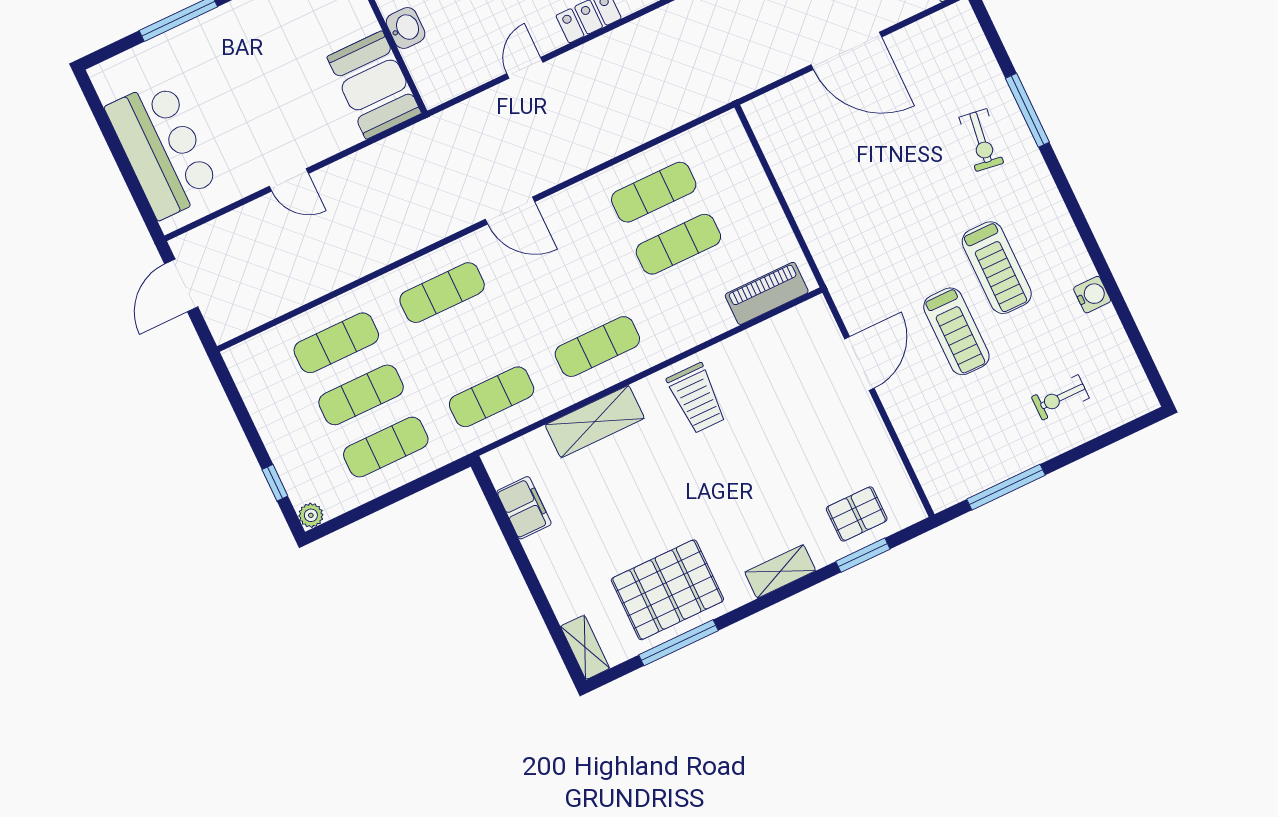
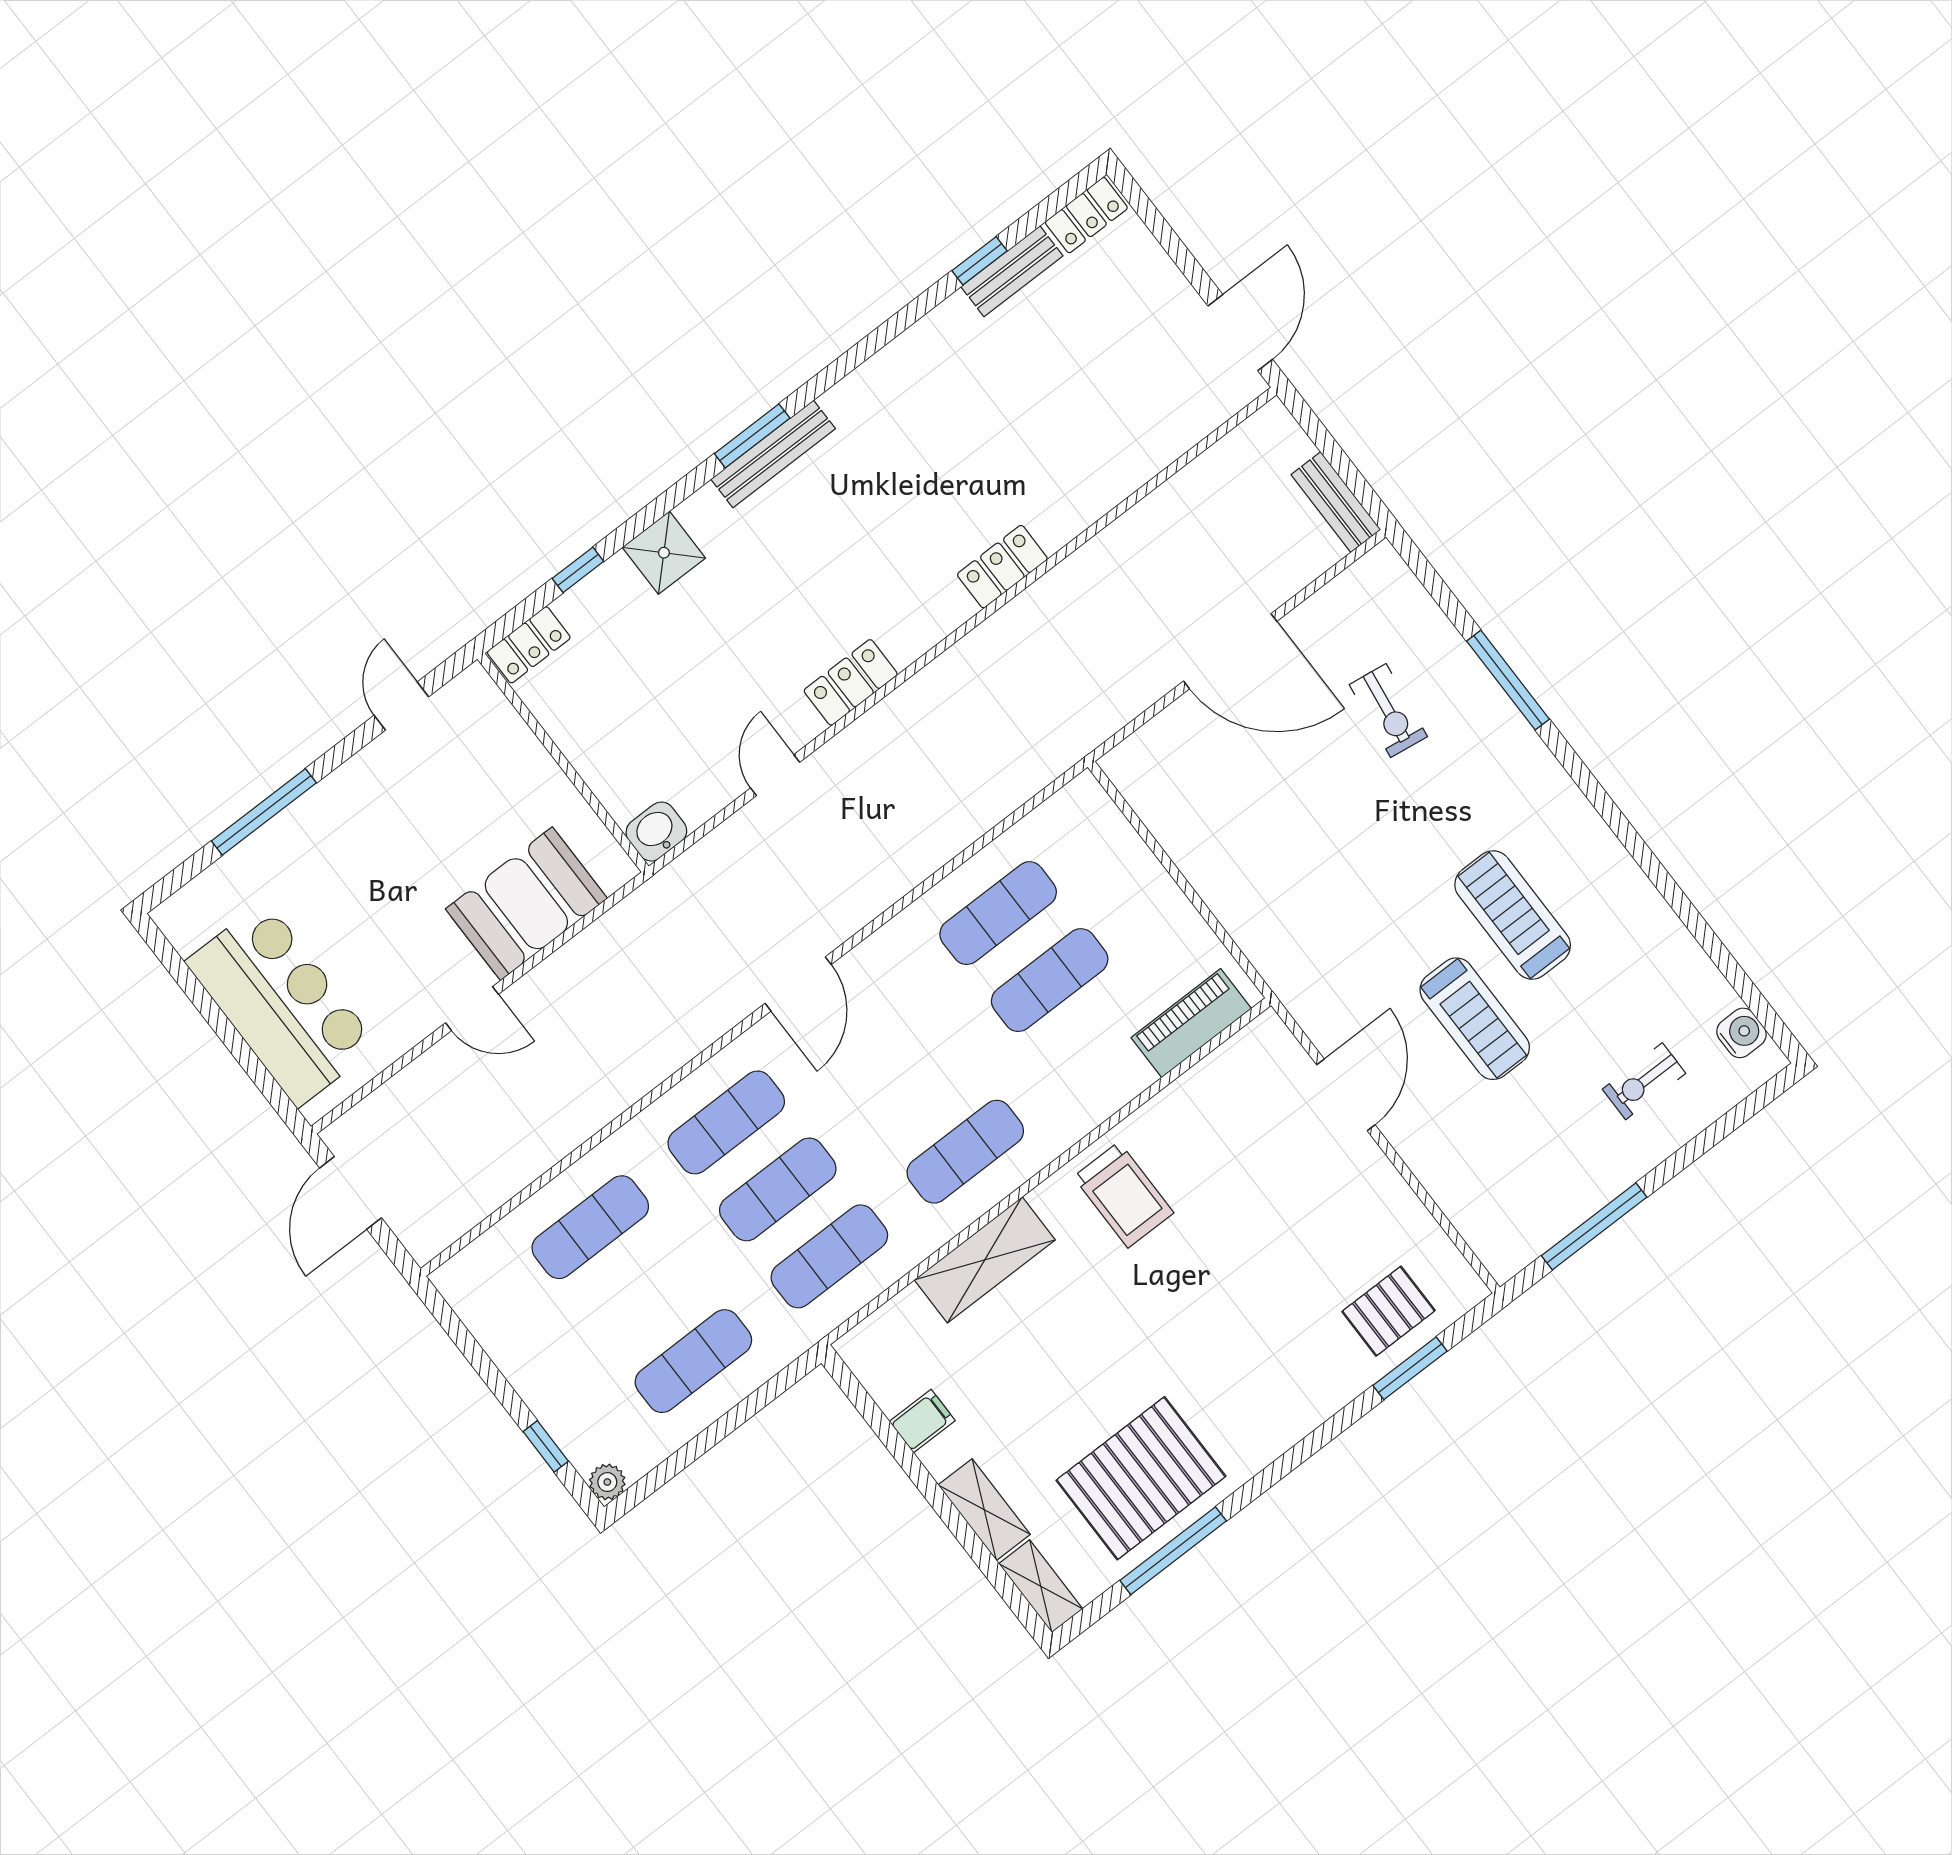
washbasin: (406, 28) -> (656, 832), moved, turned -90
booth: (374, 85) -> (526, 904), moved, turned 90
exercise bike: (981, 140) -> (1388, 711), moved
door: (510, 211) -> (798, 984), hinge flipped
treadmill: (997, 268) -> (1513, 915), turned 180
water cooler: (1092, 295) -> (1741, 1033), moved
exercise mat: (361, 395) -> (778, 1189), moved
filing cabinet: (524, 508) -> (922, 1421), width x0.50
shelving: (780, 571) -> (984, 1510), moved, turned 90

